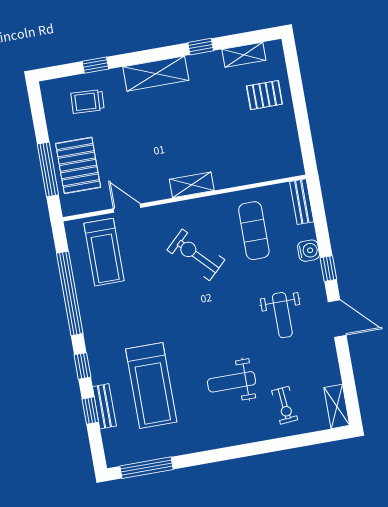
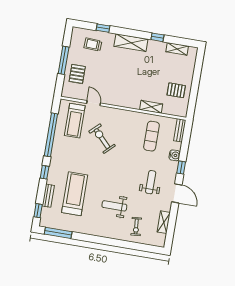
pallet: (264, 95) -> (176, 90), moved
pallet: (78, 165) -> (77, 74), width x0.67, depth x0.71
window: (48, 169) -> (64, 60), moved
shelving: (192, 185) -> (151, 107), moved
exercise bike: (196, 255) -> (102, 139), moved
weight bench: (282, 315) -> (151, 182), turned 180
treadmill: (151, 385) -> (75, 194), turned 180
shelving: (337, 406) -> (164, 222), moved
window: (90, 411) -> (38, 211), moved

